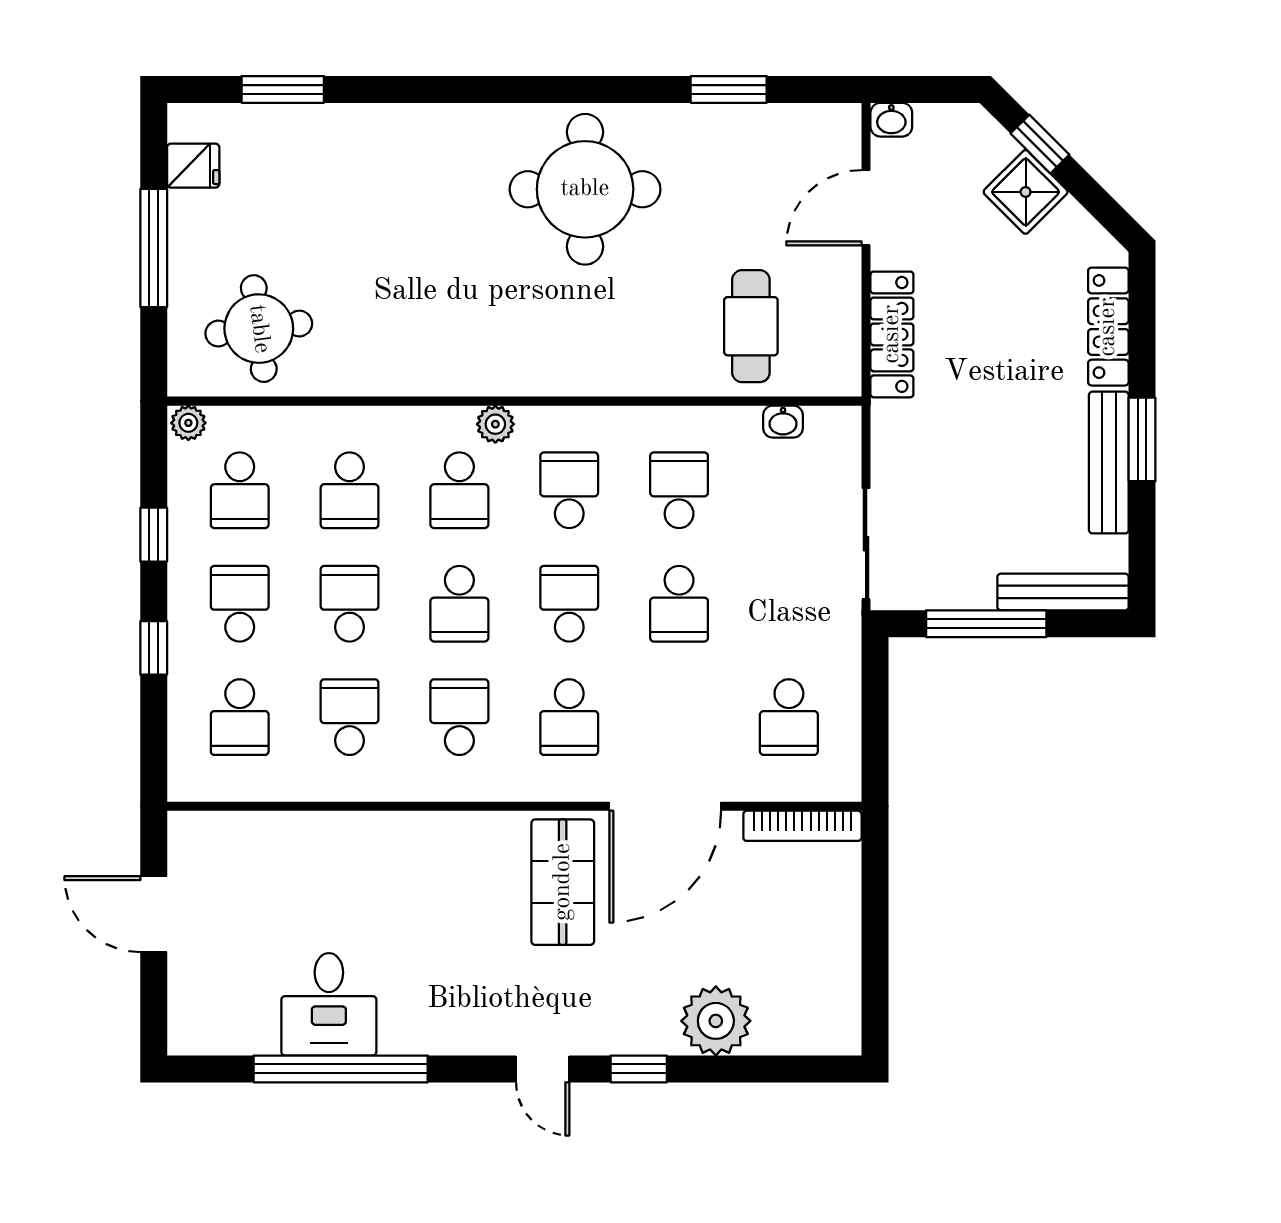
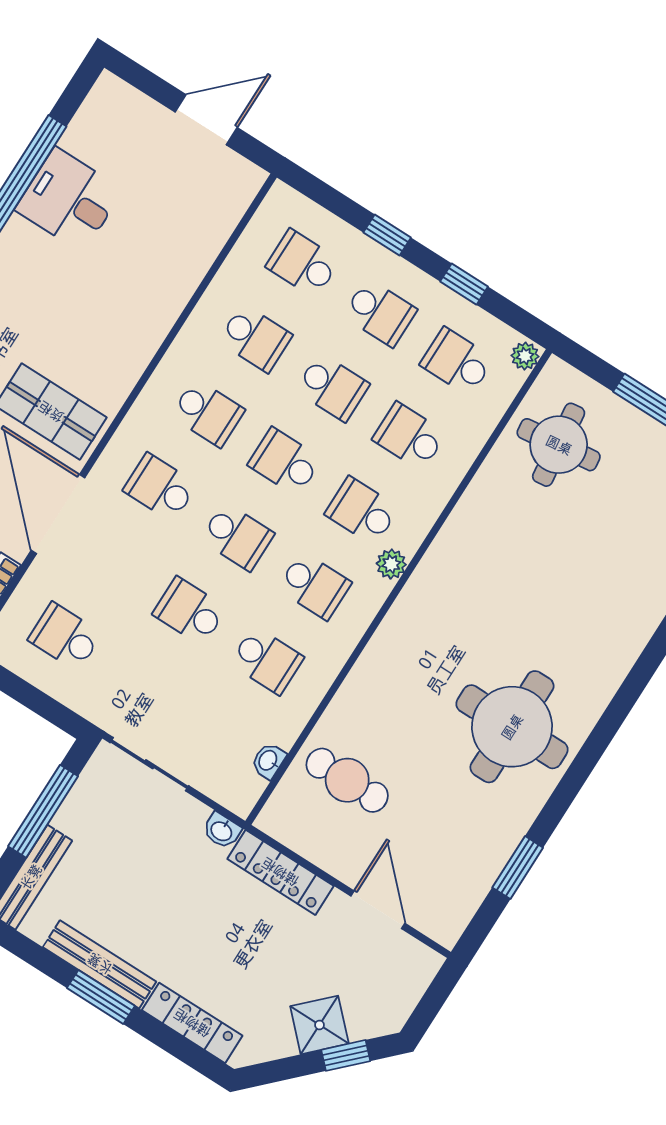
washbasin: (891, 120) -> (222, 831), moved, turned -90

